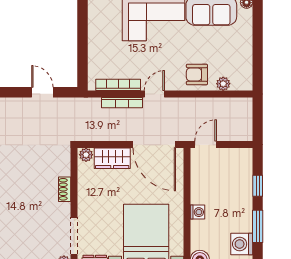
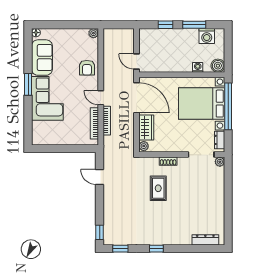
plant: (223, 84) -> (93, 33), moved
door: (42, 92) -> (100, 177), hinge flipped
door: (154, 145) -> (136, 98), hinge flipped
rug: (26, 175) -> (158, 188), added
washing machine: (197, 212) -> (198, 67), moved

